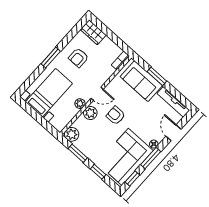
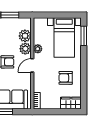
window: (51, 58) -> (84, 36), moved
armchair: (78, 58) -> (66, 78), turned -90
plant: (72, 134) -> (25, 36), moved

